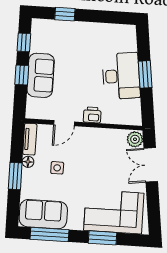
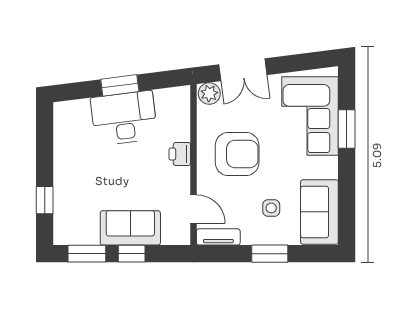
window: (24, 42) -> (87, 254), width x1.50
door: (64, 123) -> (194, 209), moved
armchair: (90, 157) -> (237, 154), added
floor lamp: (28, 162) -> (249, 237), removed
side table: (57, 168) -> (271, 208), moved
window: (50, 234) -> (347, 202), removed

